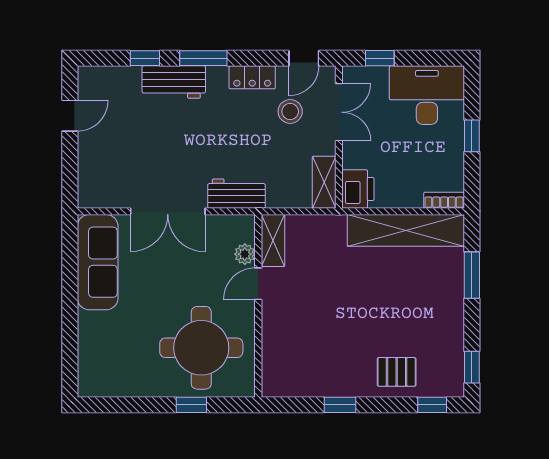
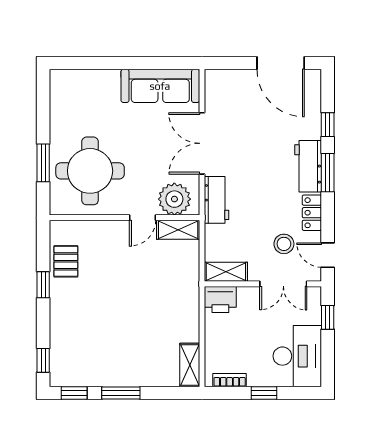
workbench: (174, 82) -> (308, 166), moved
door: (70, 116) -> (281, 63), width x1.88
bookcase: (444, 200) -> (230, 380), moved, turned -90
shelving: (406, 230) -> (190, 365), width x0.45, depth x0.75
plant: (245, 254) -> (174, 199), width x1.87, depth x1.87
window: (472, 275) -> (121, 393), moved
door: (258, 284) -> (143, 218), swing flipped
pallet: (397, 372) -> (66, 261), moved
window: (191, 405) -> (43, 163), width x1.50

